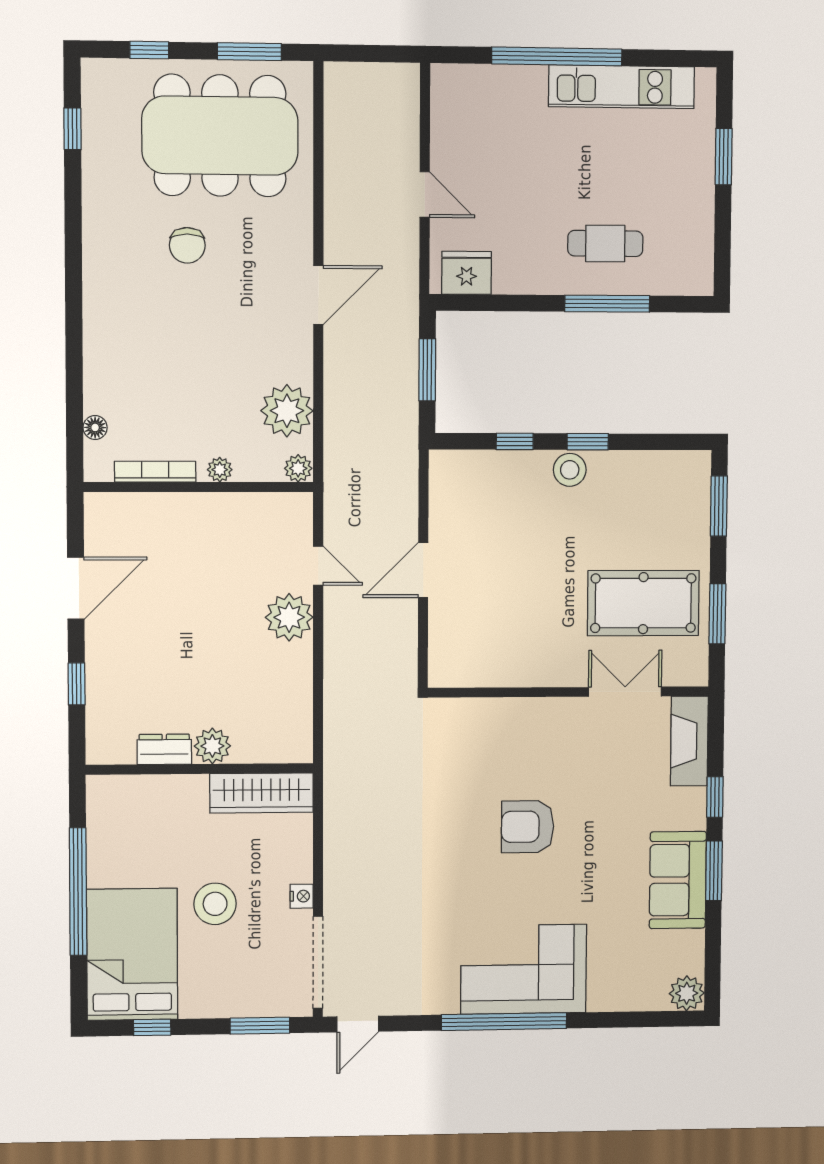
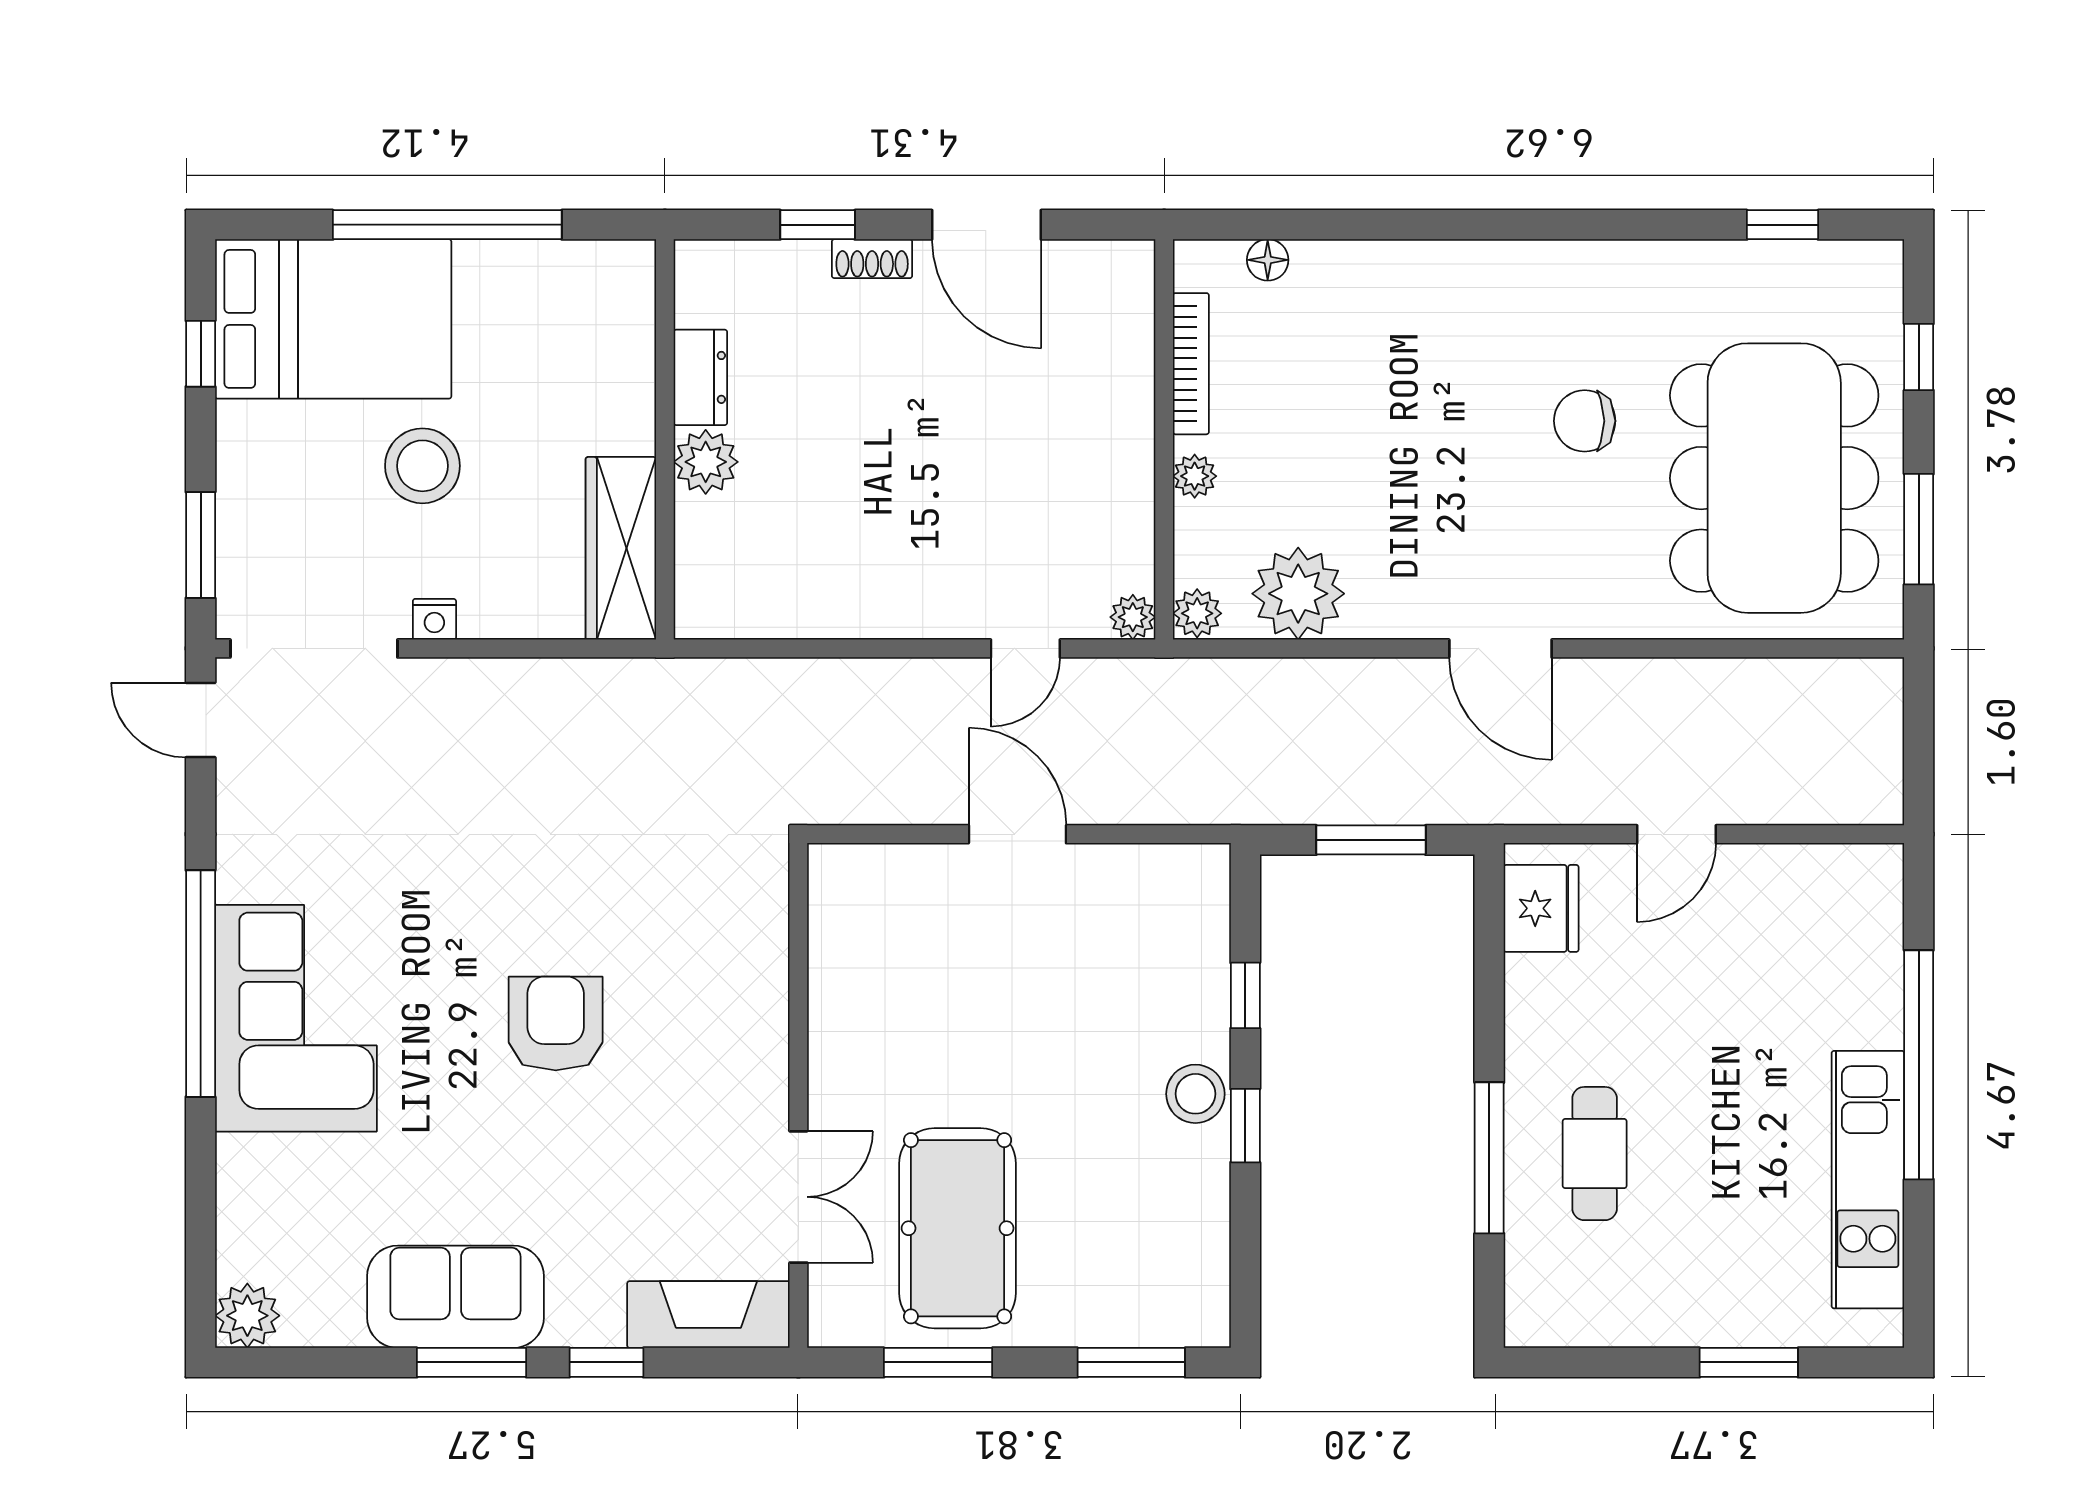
plant: (289, 617) -> (1133, 617), moved, width x0.53, depth x0.53
shoe rack: (96, 653) -> (872, 259), added

